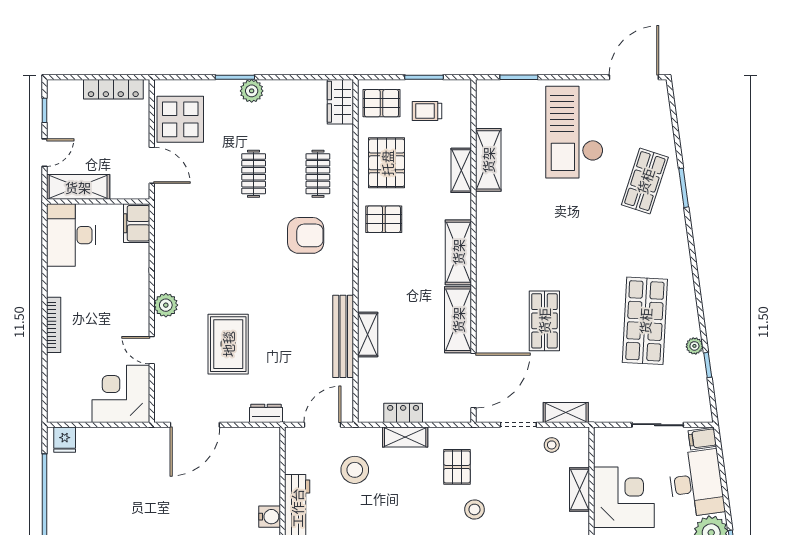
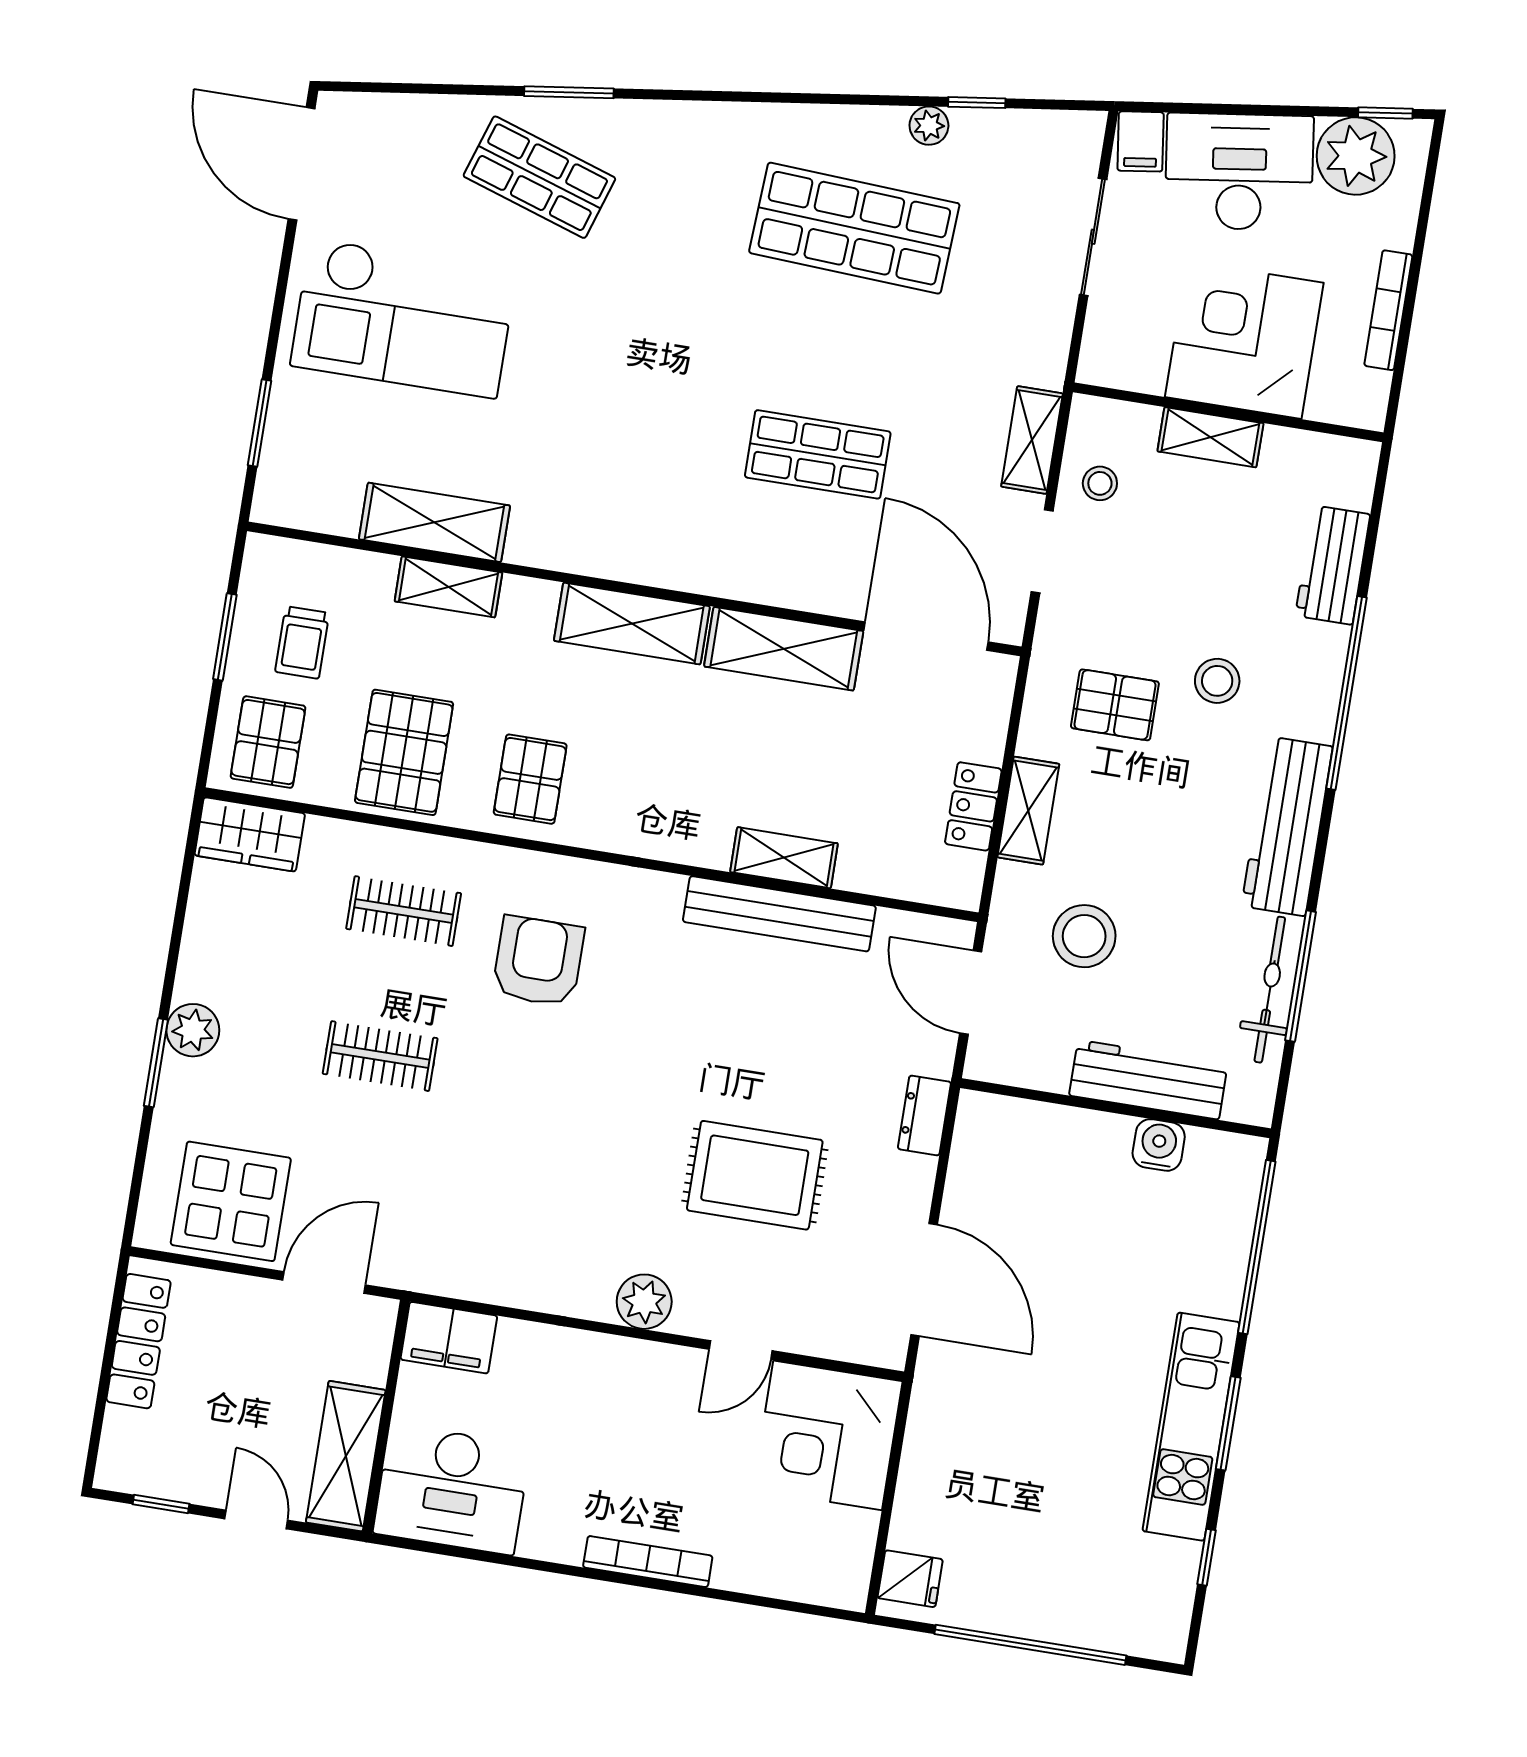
pallet: (387, 163) -> (404, 752), turned 90

